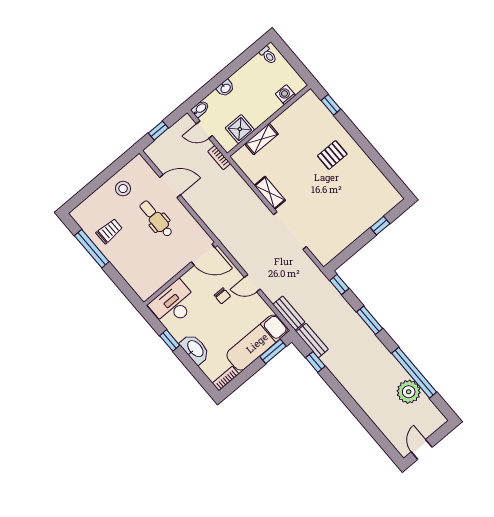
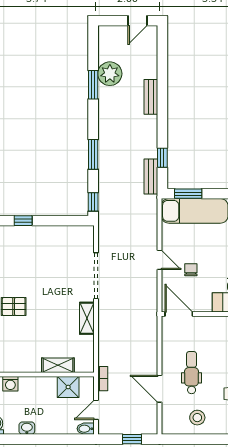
washbasin: (225, 88) -> (27, 428), moved
door: (204, 130) -> (96, 410), swing flipped
dental chair: (156, 219) -> (192, 373), turned 180
bench: (289, 313) -> (151, 97), moved
window: (414, 373) -> (93, 85), width x0.47

